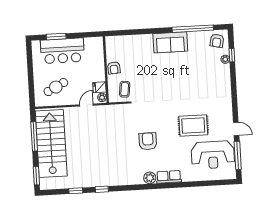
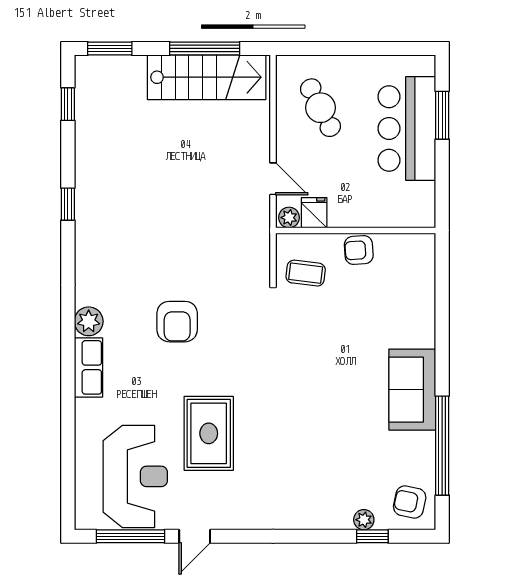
armchair: (148, 141) -> (177, 322), turned 90
stairs: (51, 143) -> (207, 77), width x0.73, depth x0.66
reception desk: (213, 155) -> (135, 476), turned 180
window: (76, 191) -> (68, 104), moved

